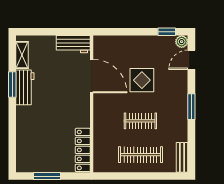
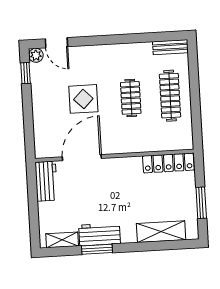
window: (191, 107) -> (111, 40), removed
shelving: (24, 140) -> (161, 232), added

